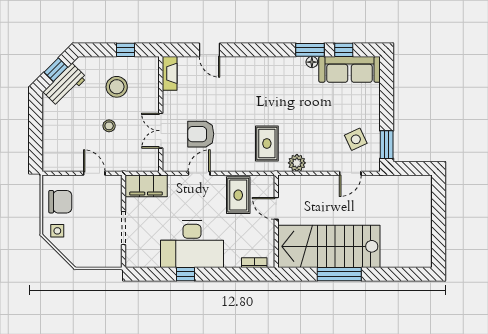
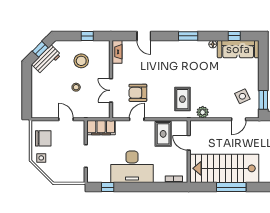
window: (310, 50) -> (188, 36), moved
window: (185, 274) -> (108, 187), moved

